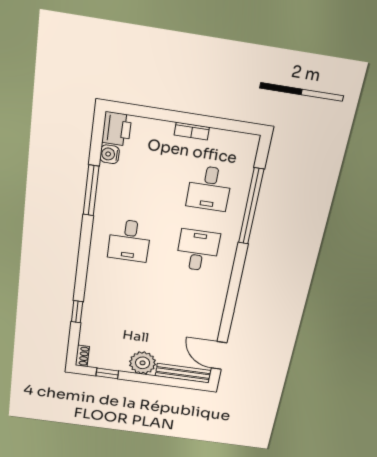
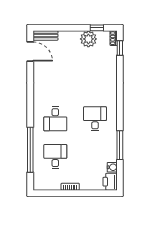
window: (77, 312) -> (120, 48), moved
plant: (143, 363) -> (88, 39), moved
bench: (183, 373) -> (45, 36), width x0.73

